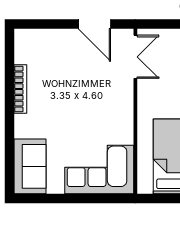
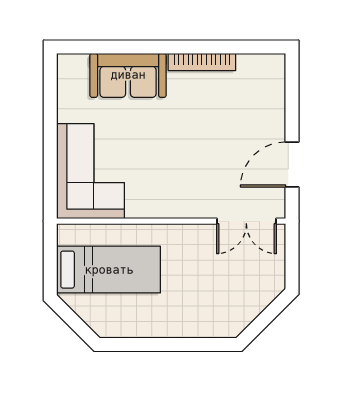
sofa: (30, 166) -> (128, 75), moved

